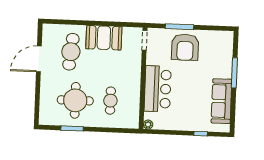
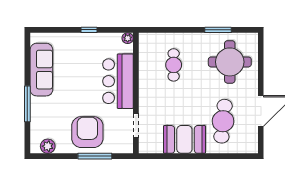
plant: (219, 37) -> (48, 146), added
doorway: (145, 40) -> (136, 125), moved
round table: (75, 100) -> (230, 62), moved
window: (201, 134) -> (89, 30), moved

